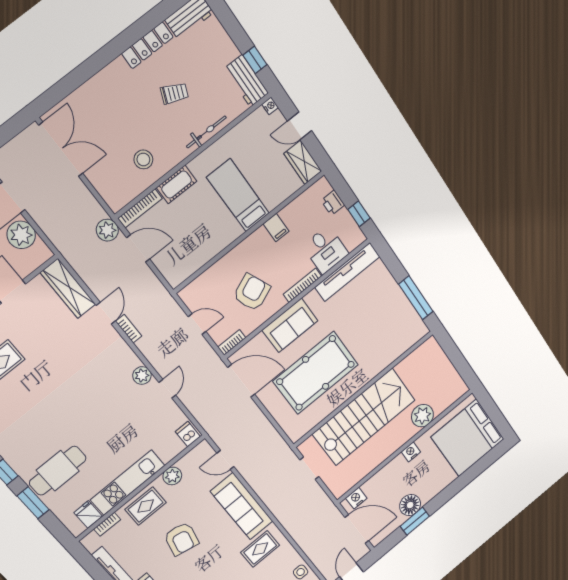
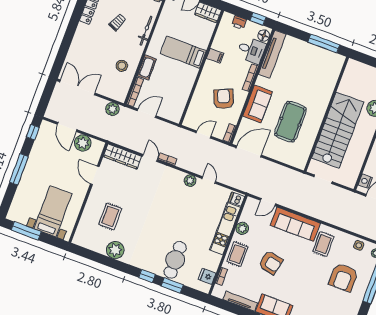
plant: (107, 230) -> (112, 109), moved
floor lamp: (352, 241) -> (264, 36), added
pool table: (316, 373) -> (290, 122), width x0.73, depth x0.76
kitchen unit: (128, 483) -> (225, 229), moved

